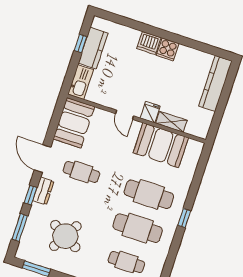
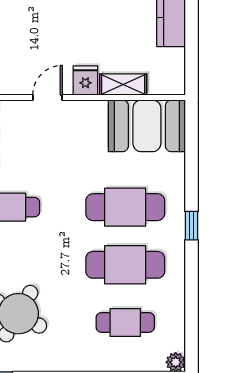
door: (124, 115) -> (48, 97), swing flipped
booth: (161, 145) -> (147, 126), moved

